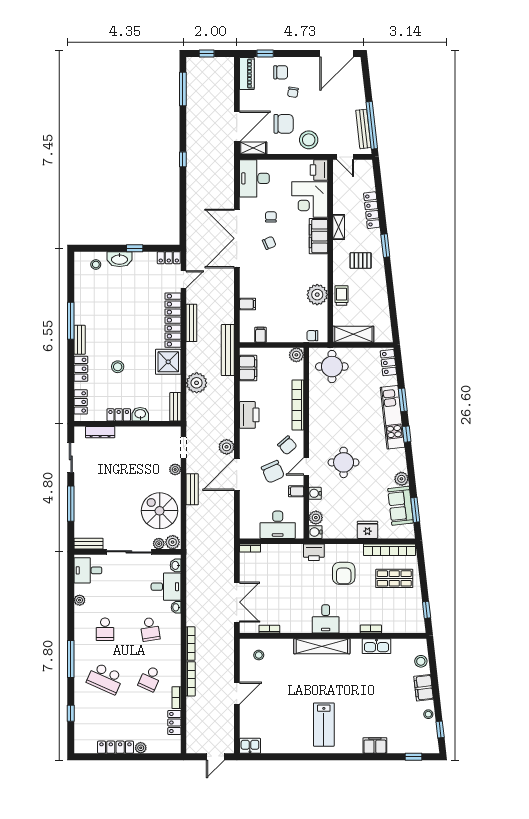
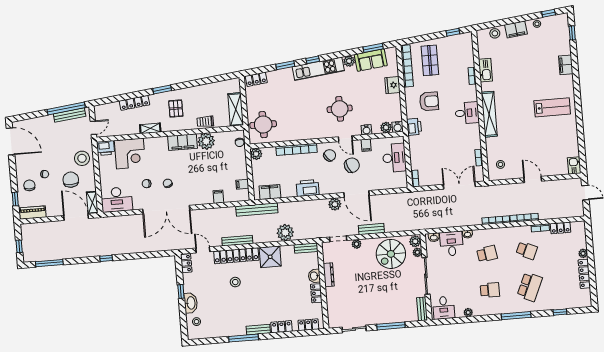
filing cabinet: (318, 236) -> (183, 142), moved
stool: (118, 367) -> (235, 282), moved
kitchen unit: (393, 417) -> (318, 69), moved
dresser: (100, 432) -> (329, 275), moved

